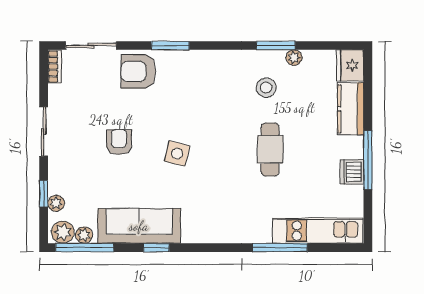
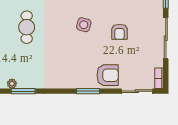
stool: (266, 88) -> (29, 65), removed
sliding door: (44, 132) -> (166, 38), width x1.37

